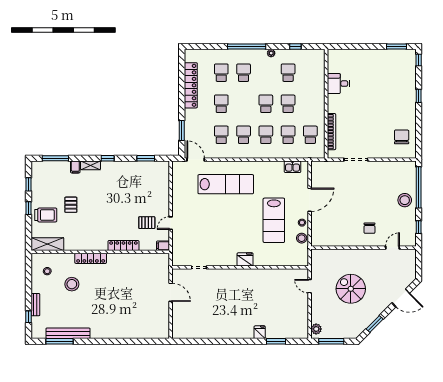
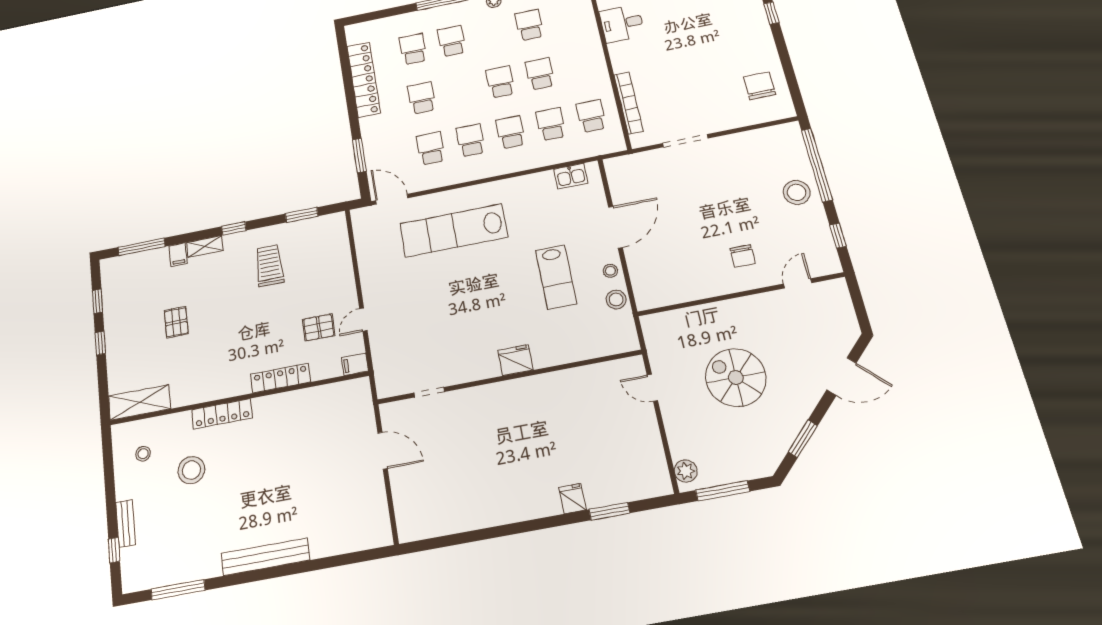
lab bench: (226, 184) -> (454, 230), turned 180
trolley: (46, 215) -> (269, 266), moved, turned -90
lab bench: (274, 220) -> (556, 277), width x0.73, depth x0.72
bench: (68, 333) -> (266, 557), moved

